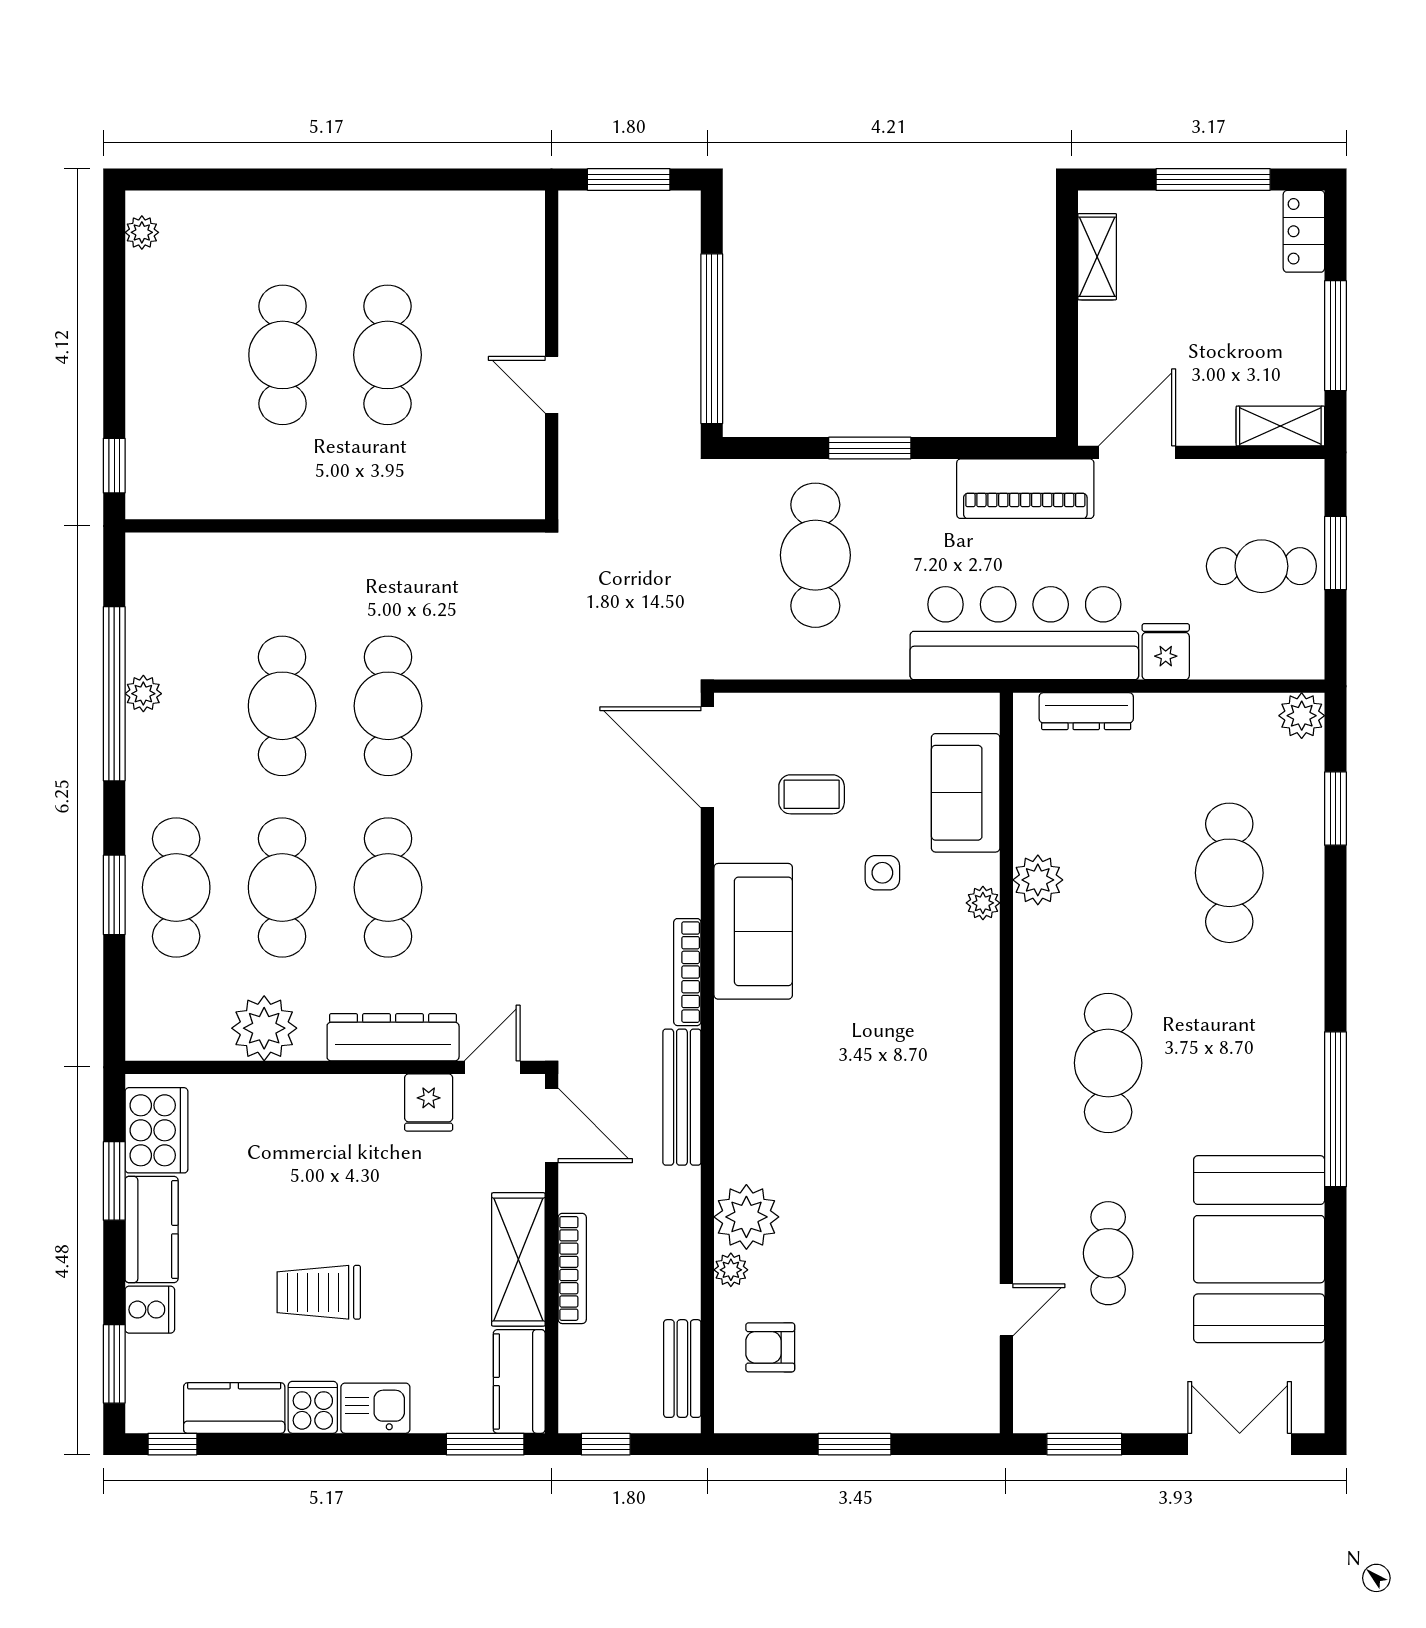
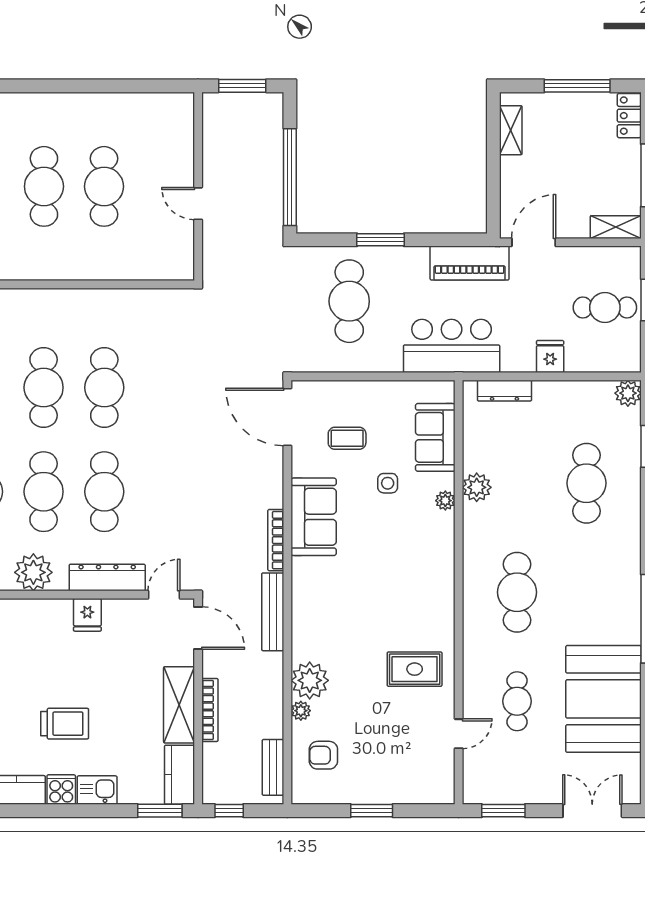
bar counter: (1024, 633) -> (452, 346), width x0.73
fridge: (429, 1102) -> (87, 615), moved
rug: (929, 1197) -> (415, 669), added
trolley: (319, 1292) -> (65, 724), turned 180

